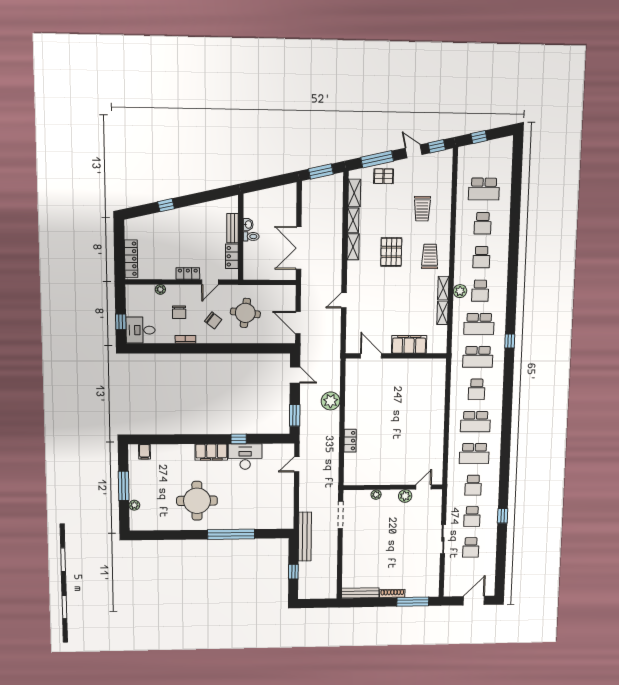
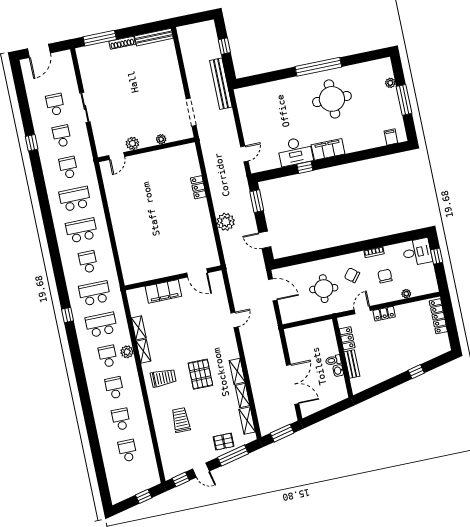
school desk: (484, 189) -> (128, 451), width x0.54
double door: (299, 248) -> (293, 384), moved
trolley: (430, 256) -> (163, 378), turned -90
window: (231, 534) -> (318, 67), moved

